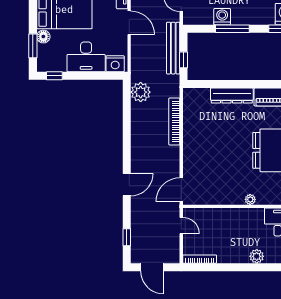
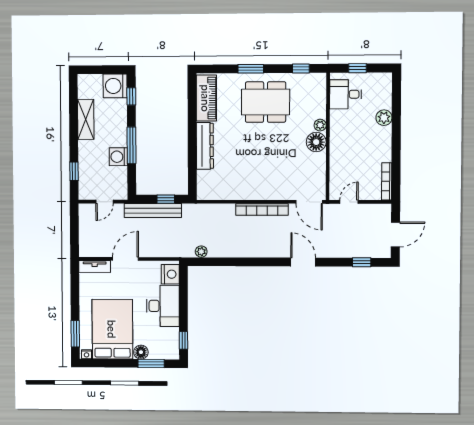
plant: (141, 92) -> (201, 252), width x0.53, depth x0.53
bookcase: (174, 122) -> (262, 209), moved
floor lamp: (235, 196) -> (316, 142), added

